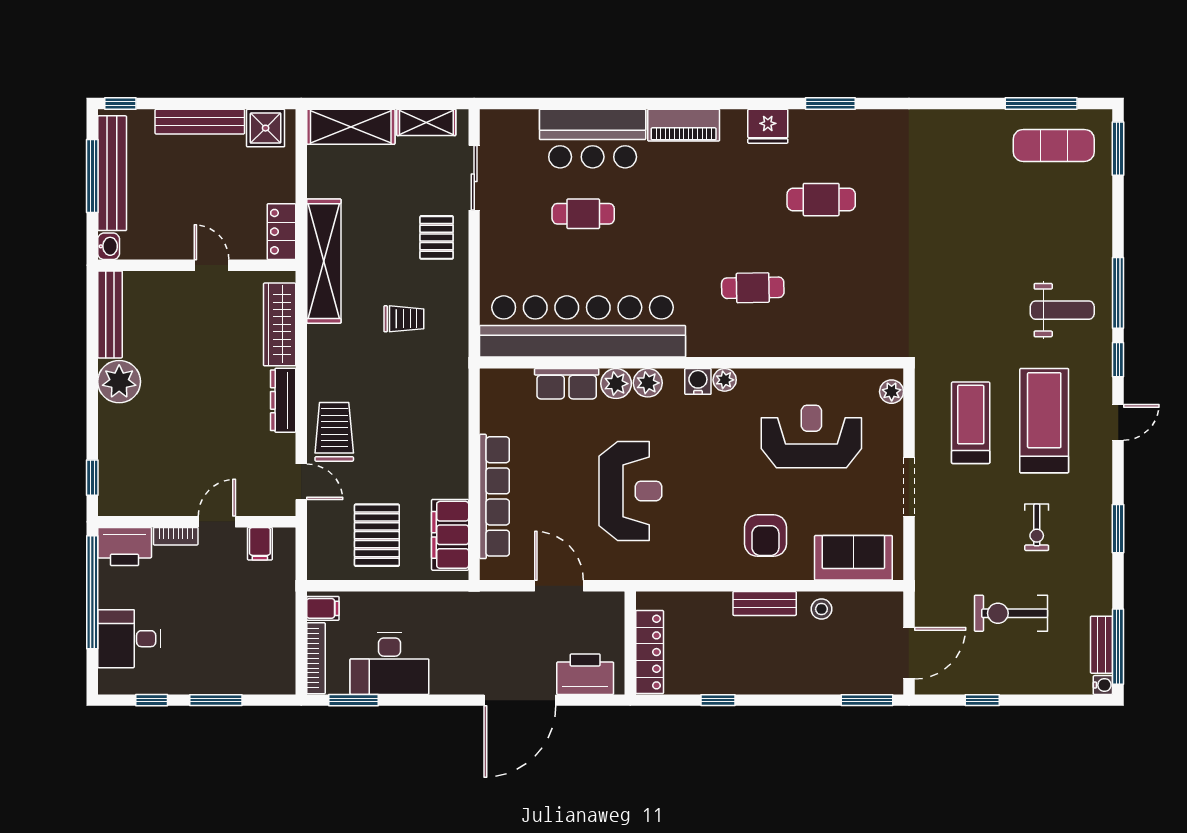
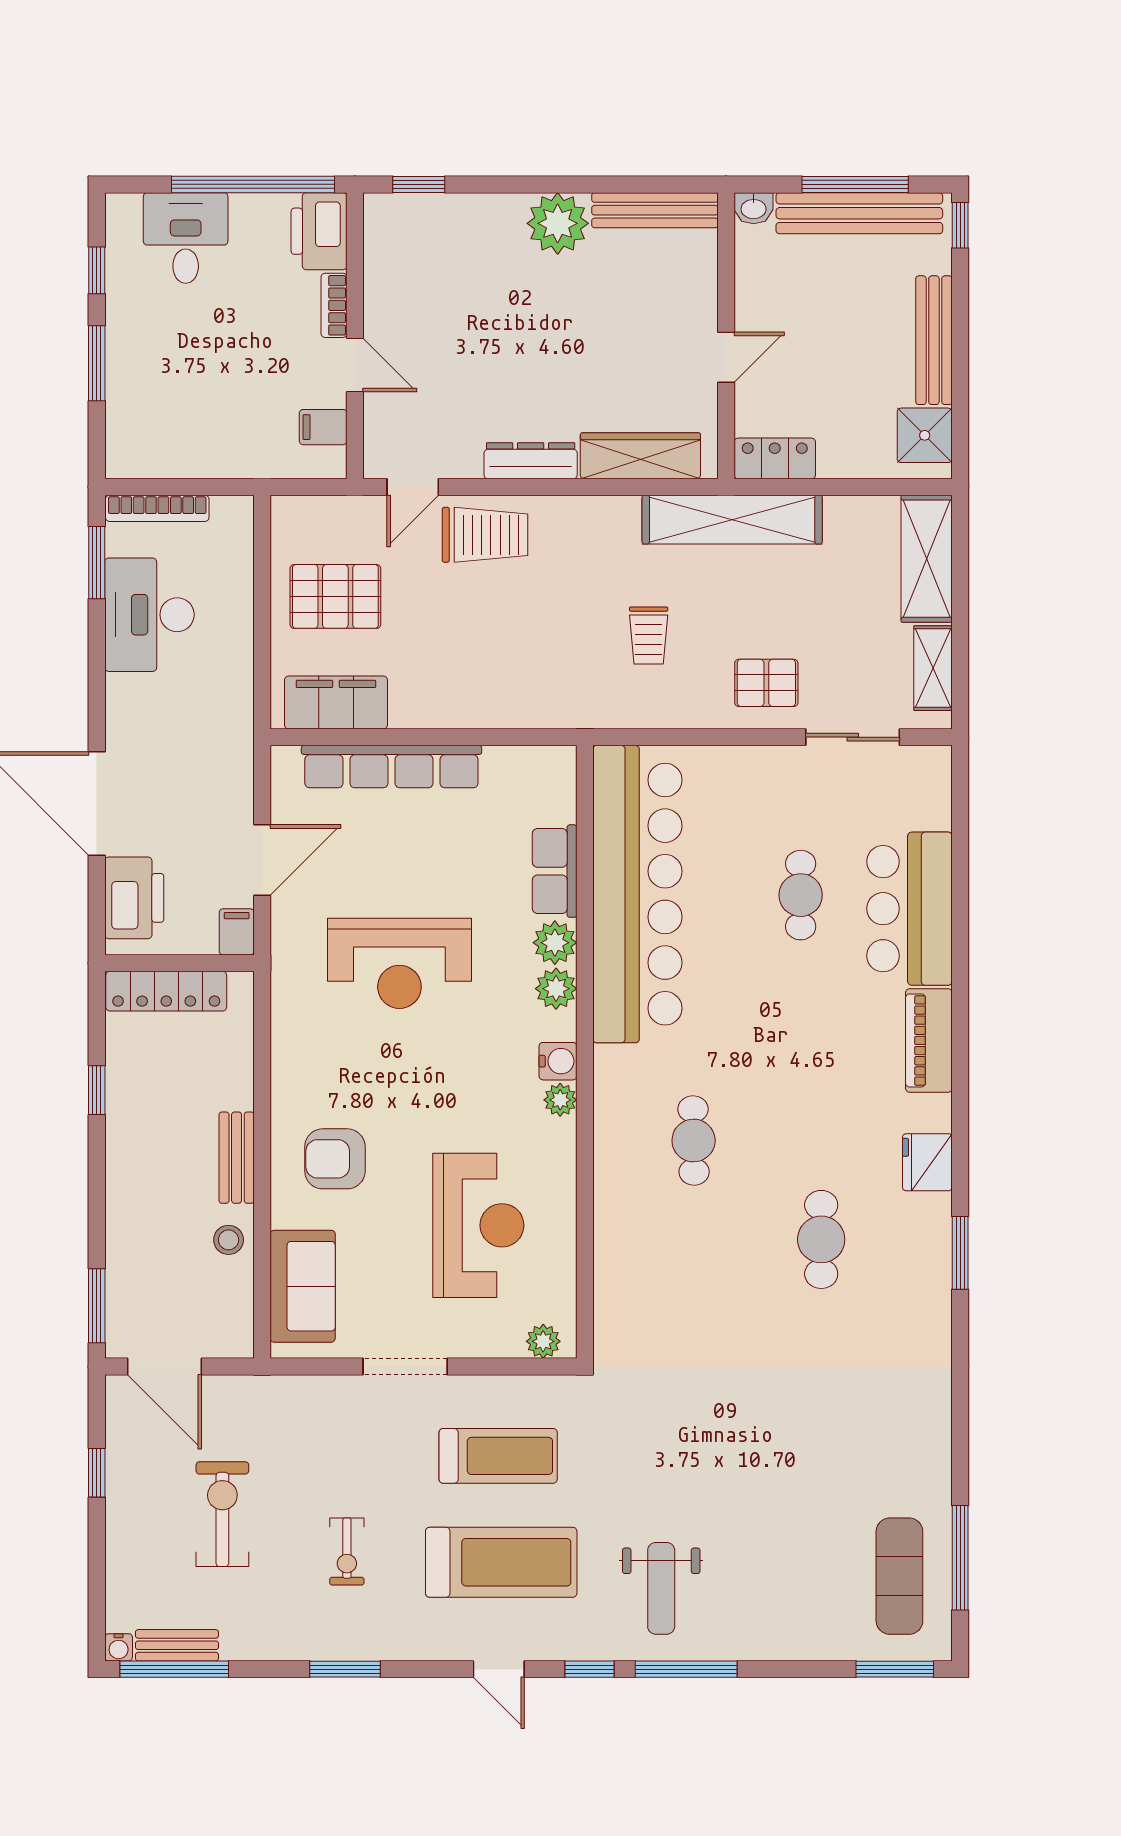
exercise bike: (1037, 527) -> (347, 1551), turned -90
filing cabinet: (323, 608) -> (237, 932), moved, turned 180

